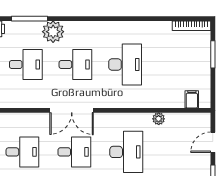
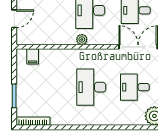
plant: (159, 119) -> (82, 39), moved

